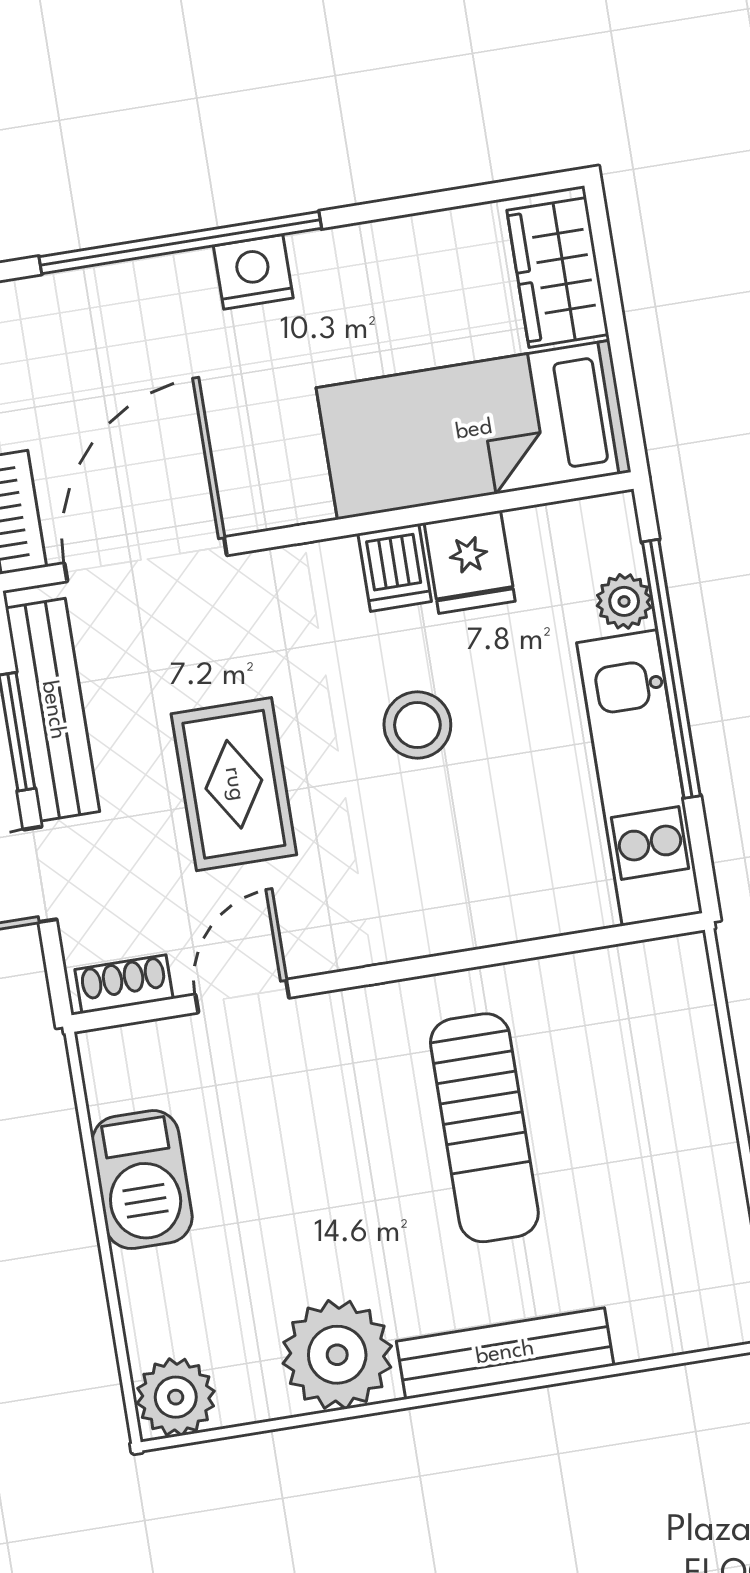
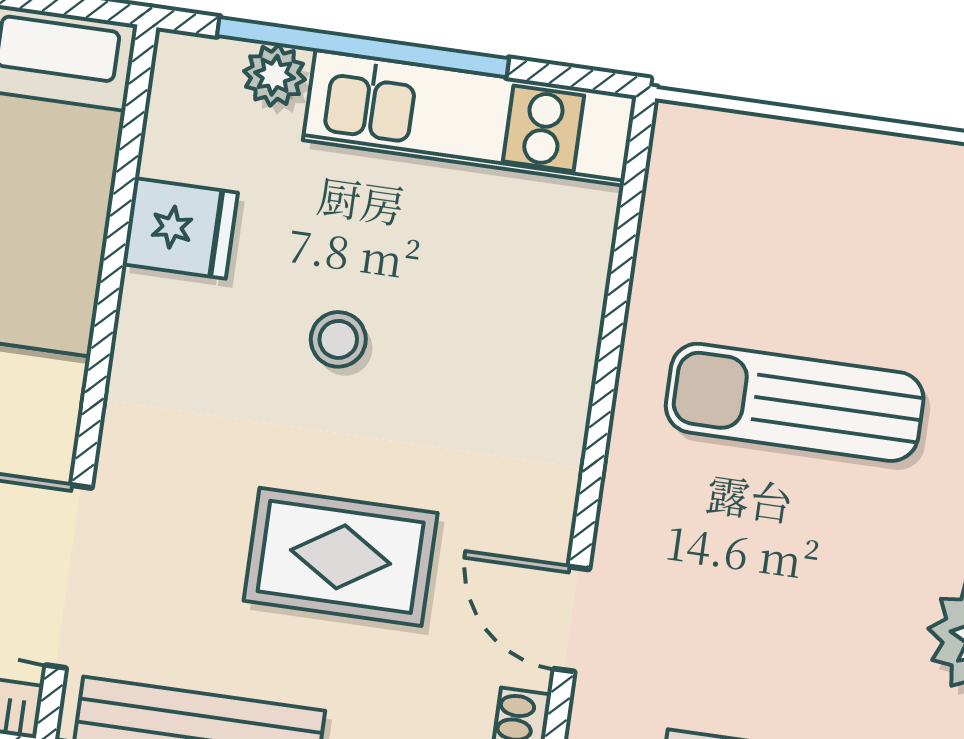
dishwasher: (395, 568) -> (161, 311), removed
stool: (417, 725) -> (338, 339), width x0.73, depth x0.73
sun lounger: (484, 1128) -> (795, 402), turned 180

